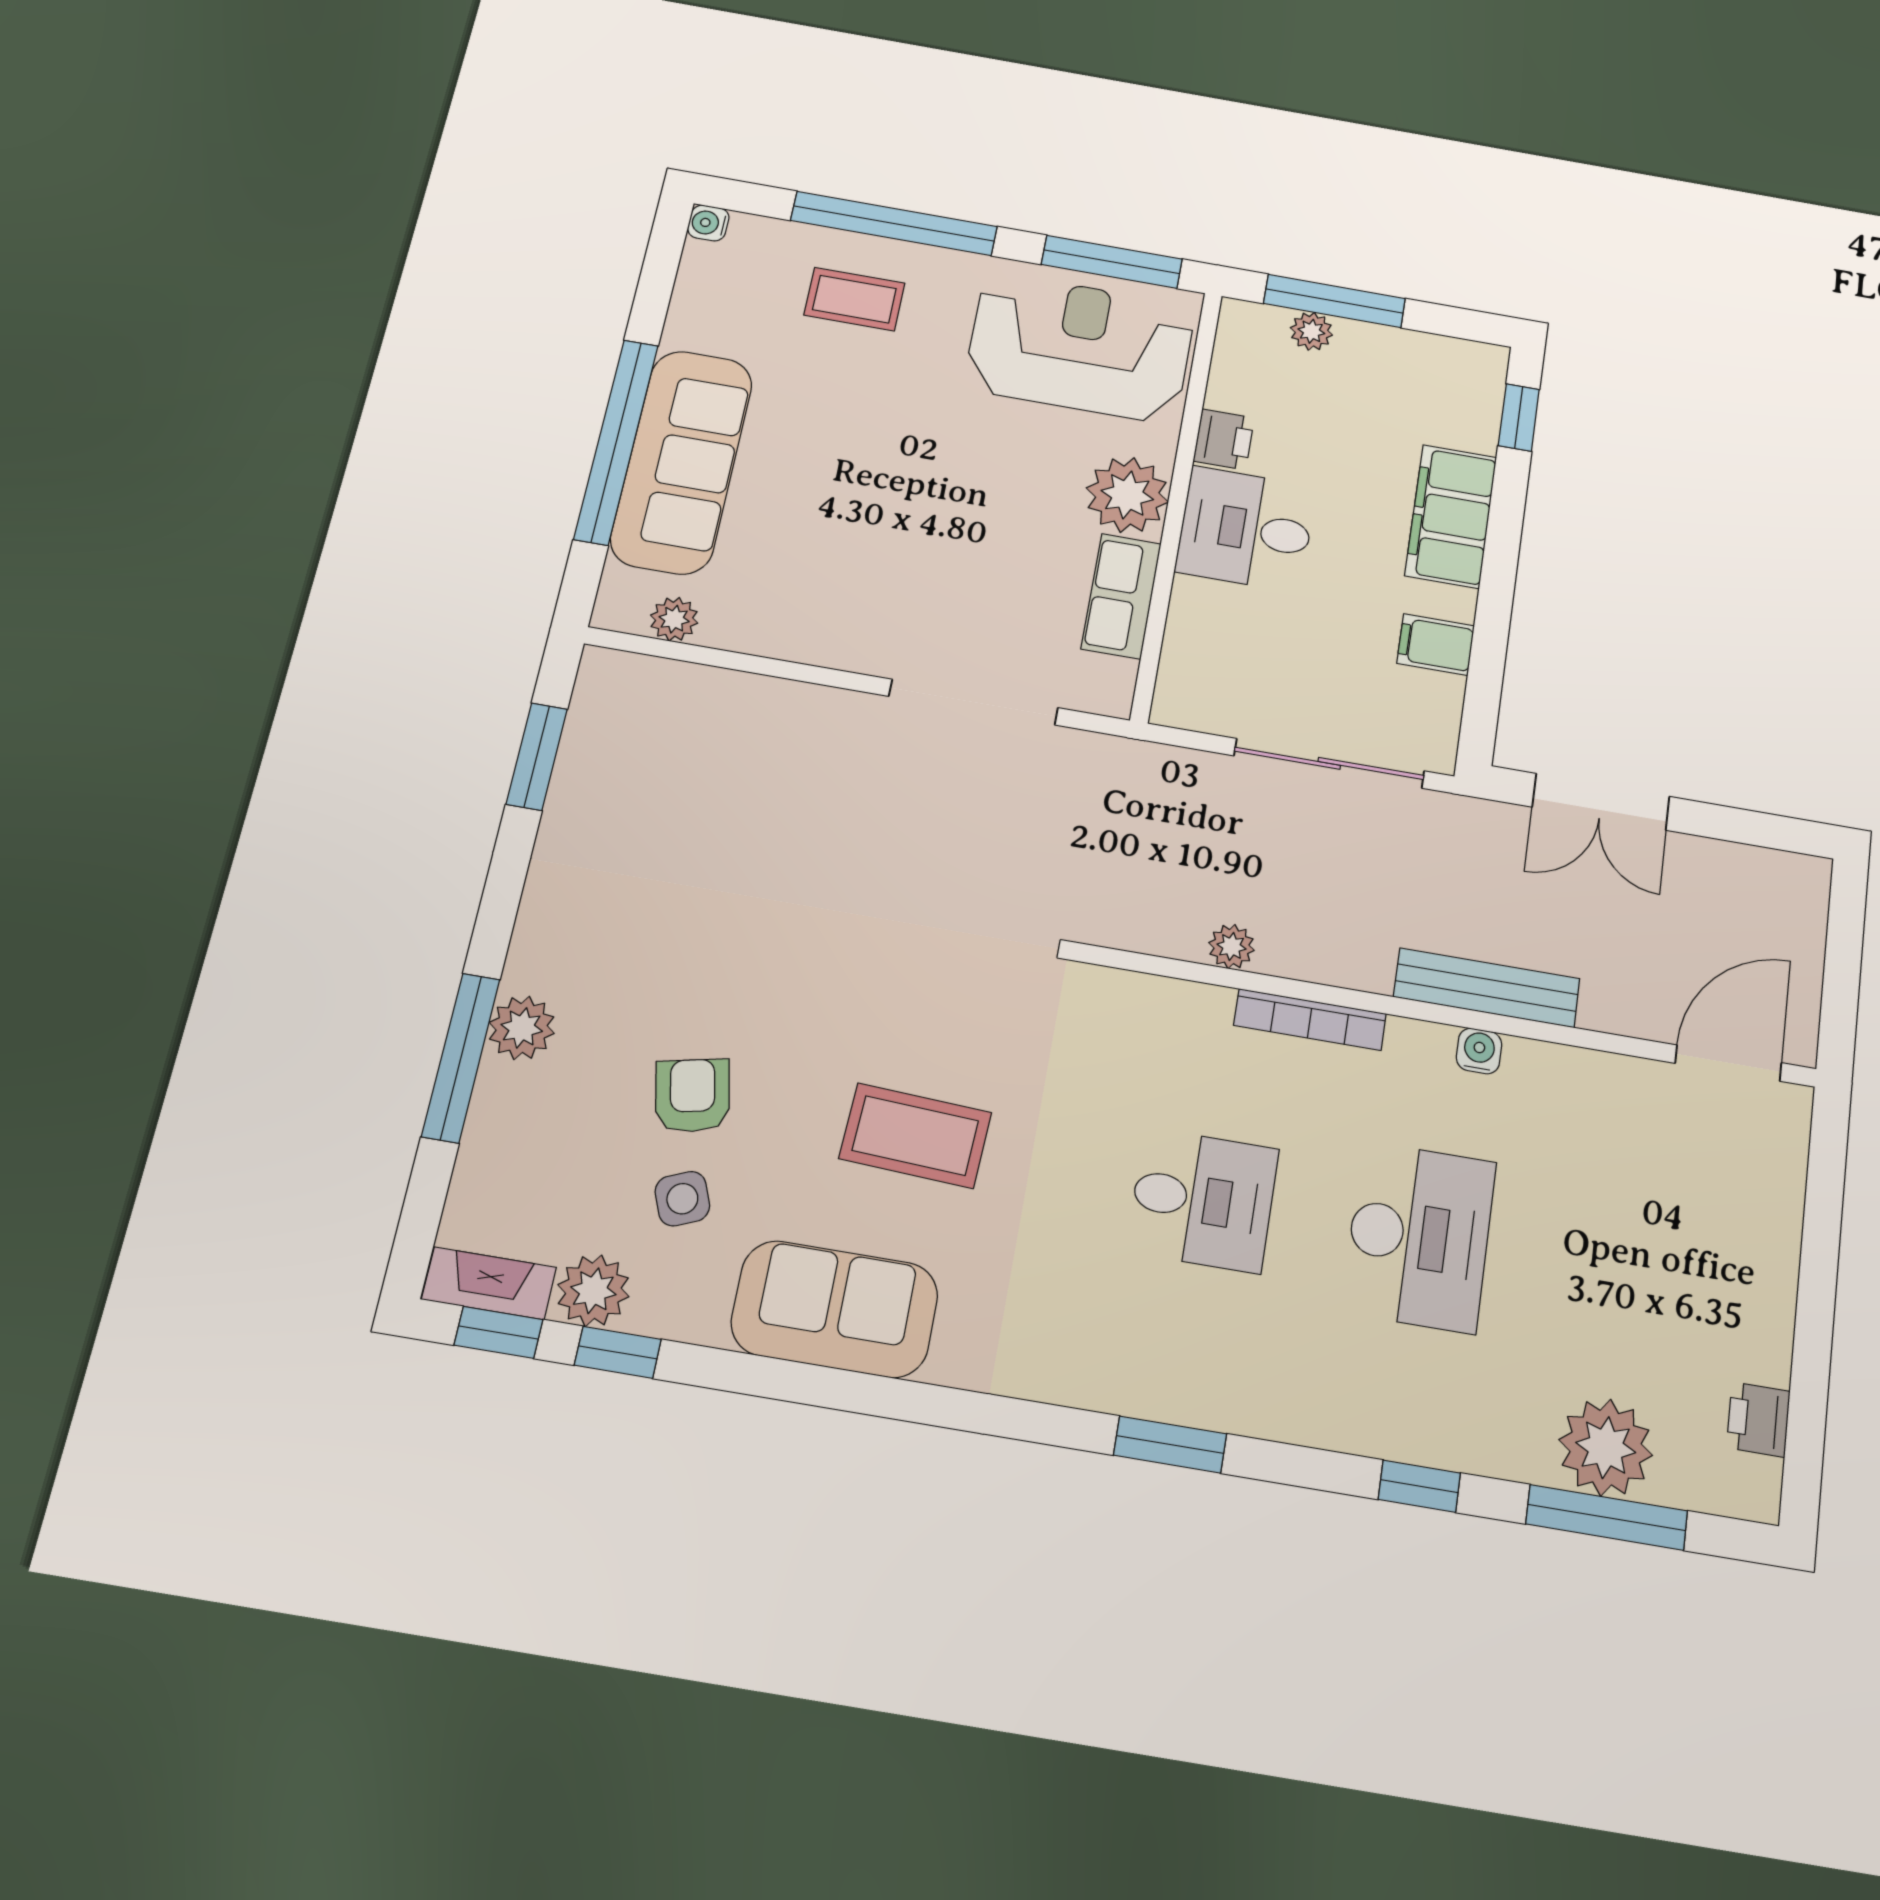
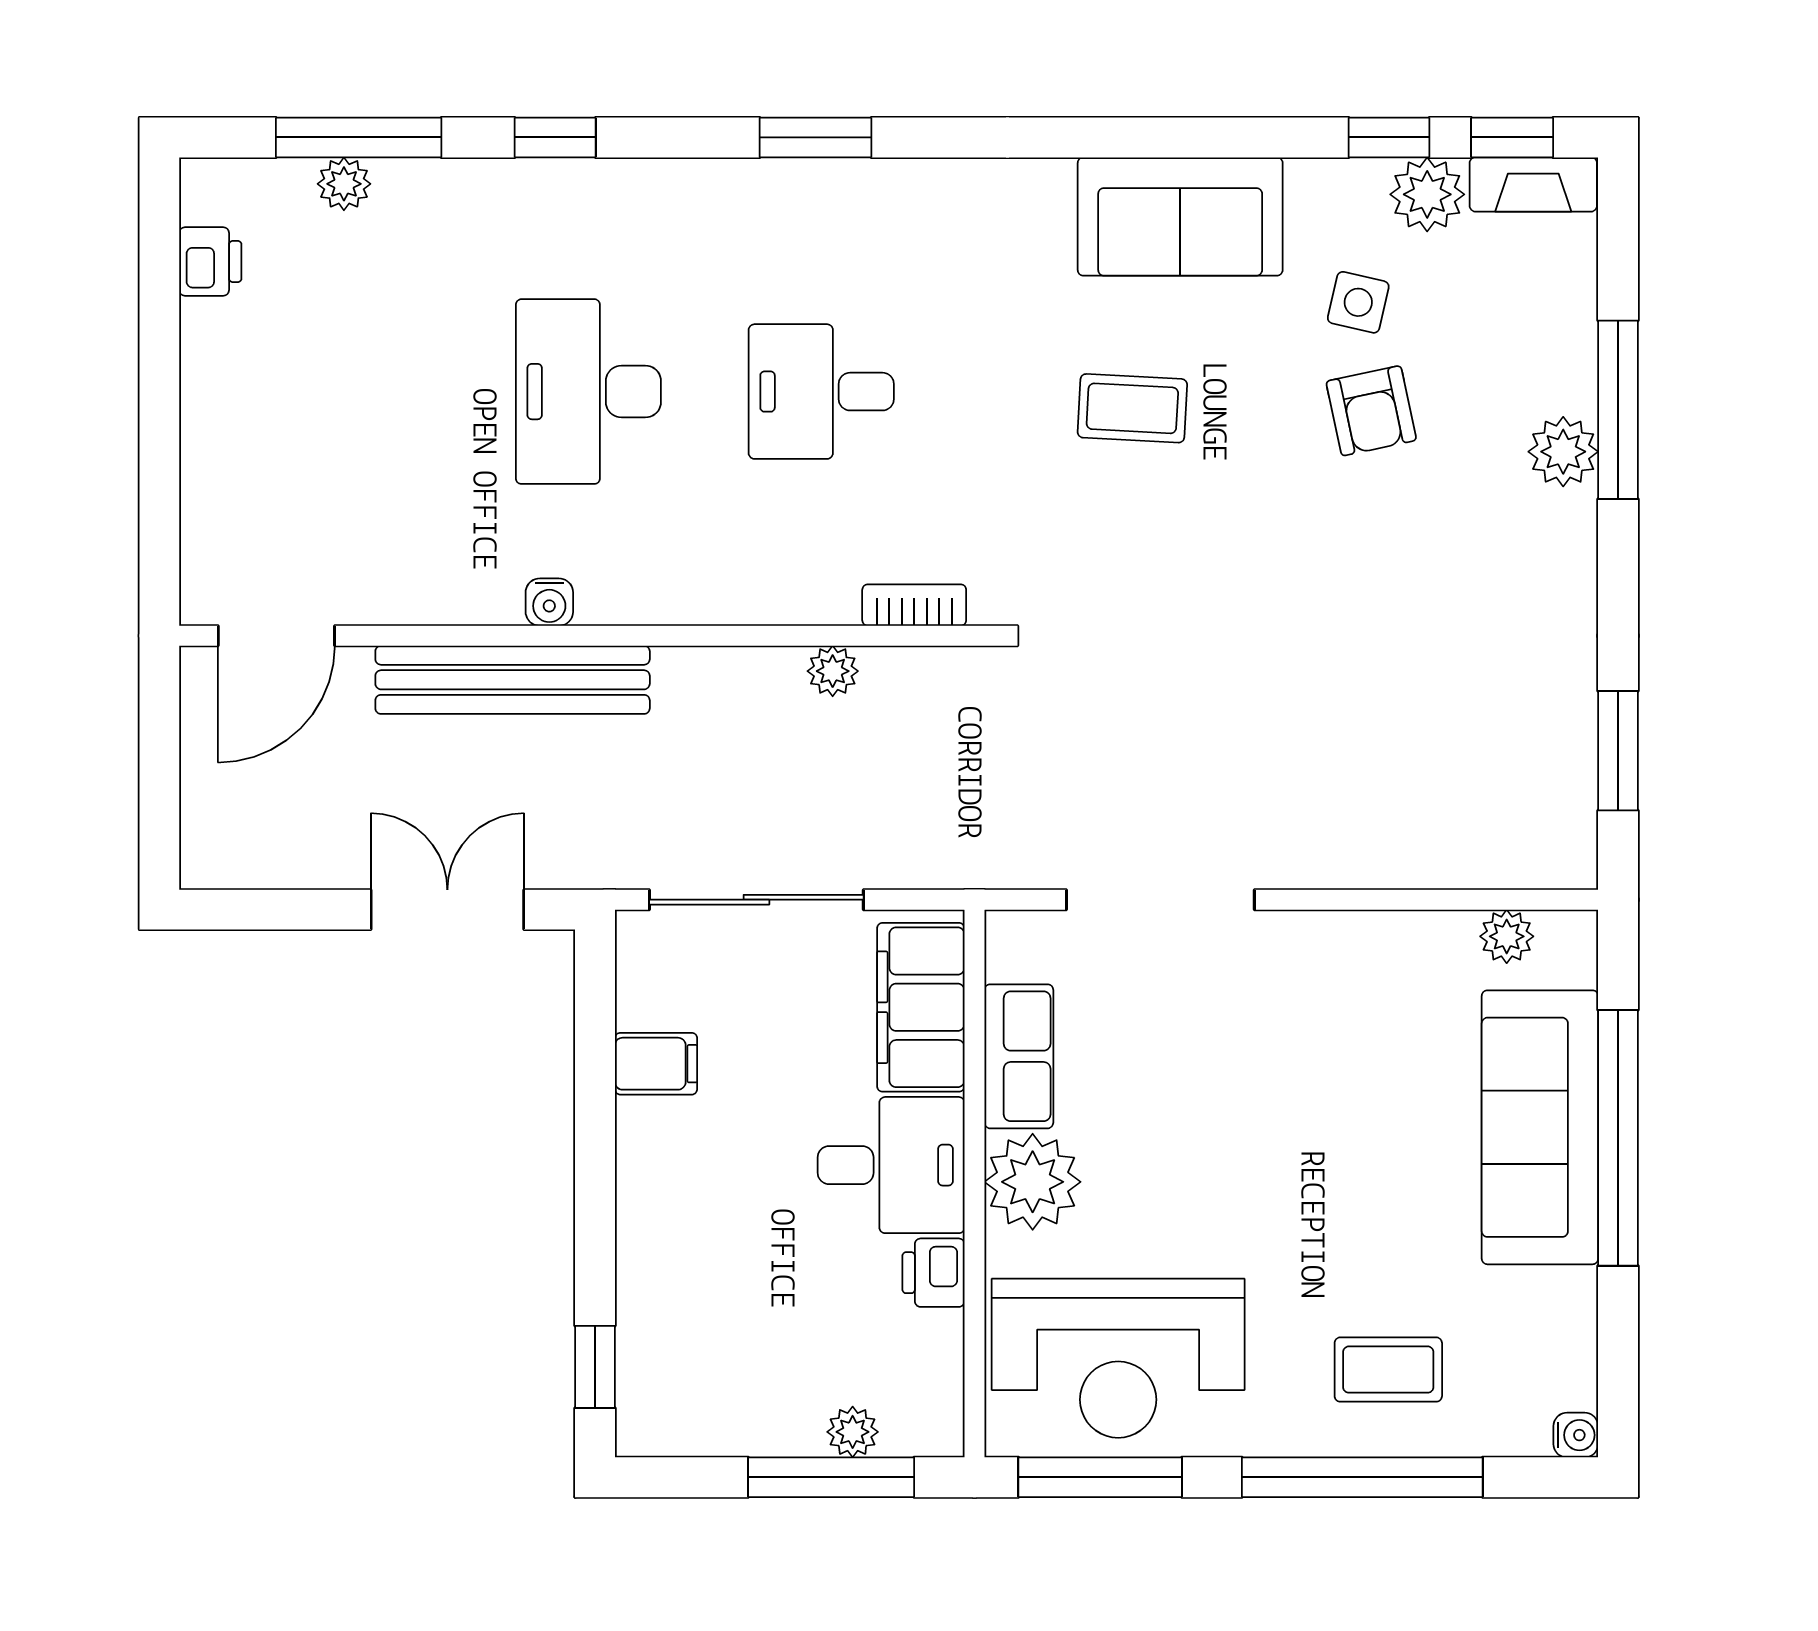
filing cabinet: (1451, 516) -> (921, 1007), moved, turned 180
bench: (1487, 988) -> (513, 680), width x1.37, depth x1.21
bookcase: (1310, 1019) -> (914, 605), moved, width x0.64
coffee table: (915, 1136) -> (1132, 408), width x0.73, depth x0.77
side table: (682, 1199) -> (1358, 302), turned 35
plant: (1606, 1448) -> (344, 184), width x0.53, depth x0.53

